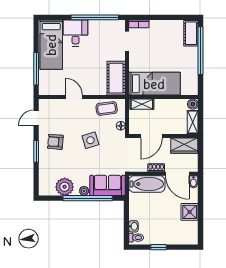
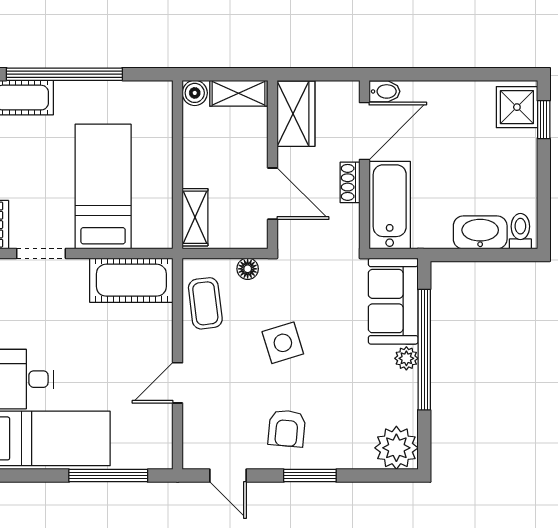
bed: (154, 84) -> (103, 187), moved
plant: (65, 187) -> (396, 448), moved
shower: (190, 212) -> (517, 107), moved
washbasin: (134, 226) -> (480, 232), width x1.91, depth x1.45
window: (159, 247) -> (544, 120), moved

